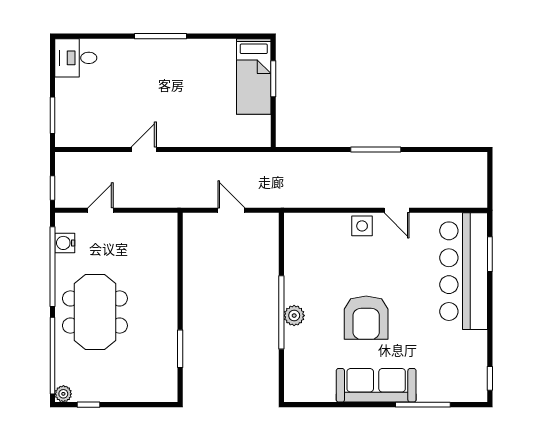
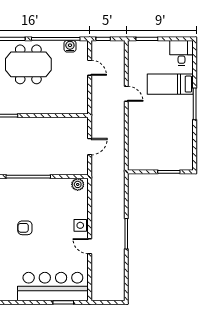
bed: (254, 76) -> (170, 84), moved
door: (397, 210) -> (90, 246), hinge flipped
plant: (294, 316) -> (78, 184), moved
armchair: (366, 318) -> (25, 228), width x0.53, depth x0.53

